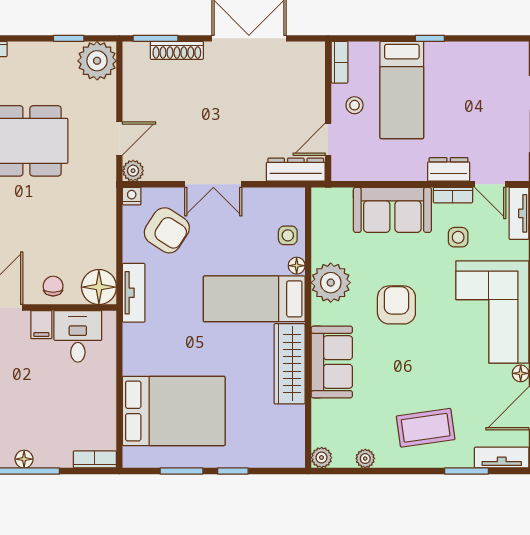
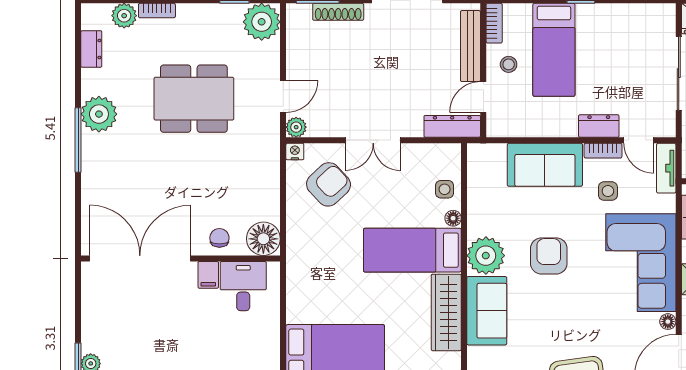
bench: (315, 86) -> (470, 46), added
armchair: (167, 230) -> (329, 184), turned -76
plant: (331, 283) -> (486, 256), moved
tv unit: (134, 293) -> (297, 244), removed

